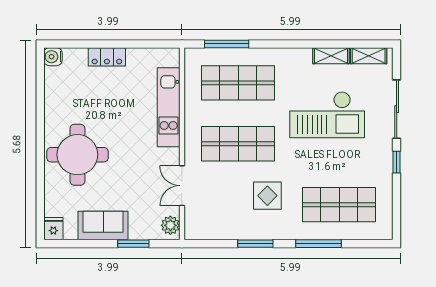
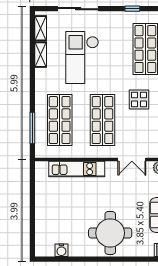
water cooler: (53, 57) -> (61, 250), moved
locker: (107, 57) -> (41, 212), removed
checkout: (327, 115) -> (82, 57), turned 180
window: (397, 162) -> (132, 9), moved

